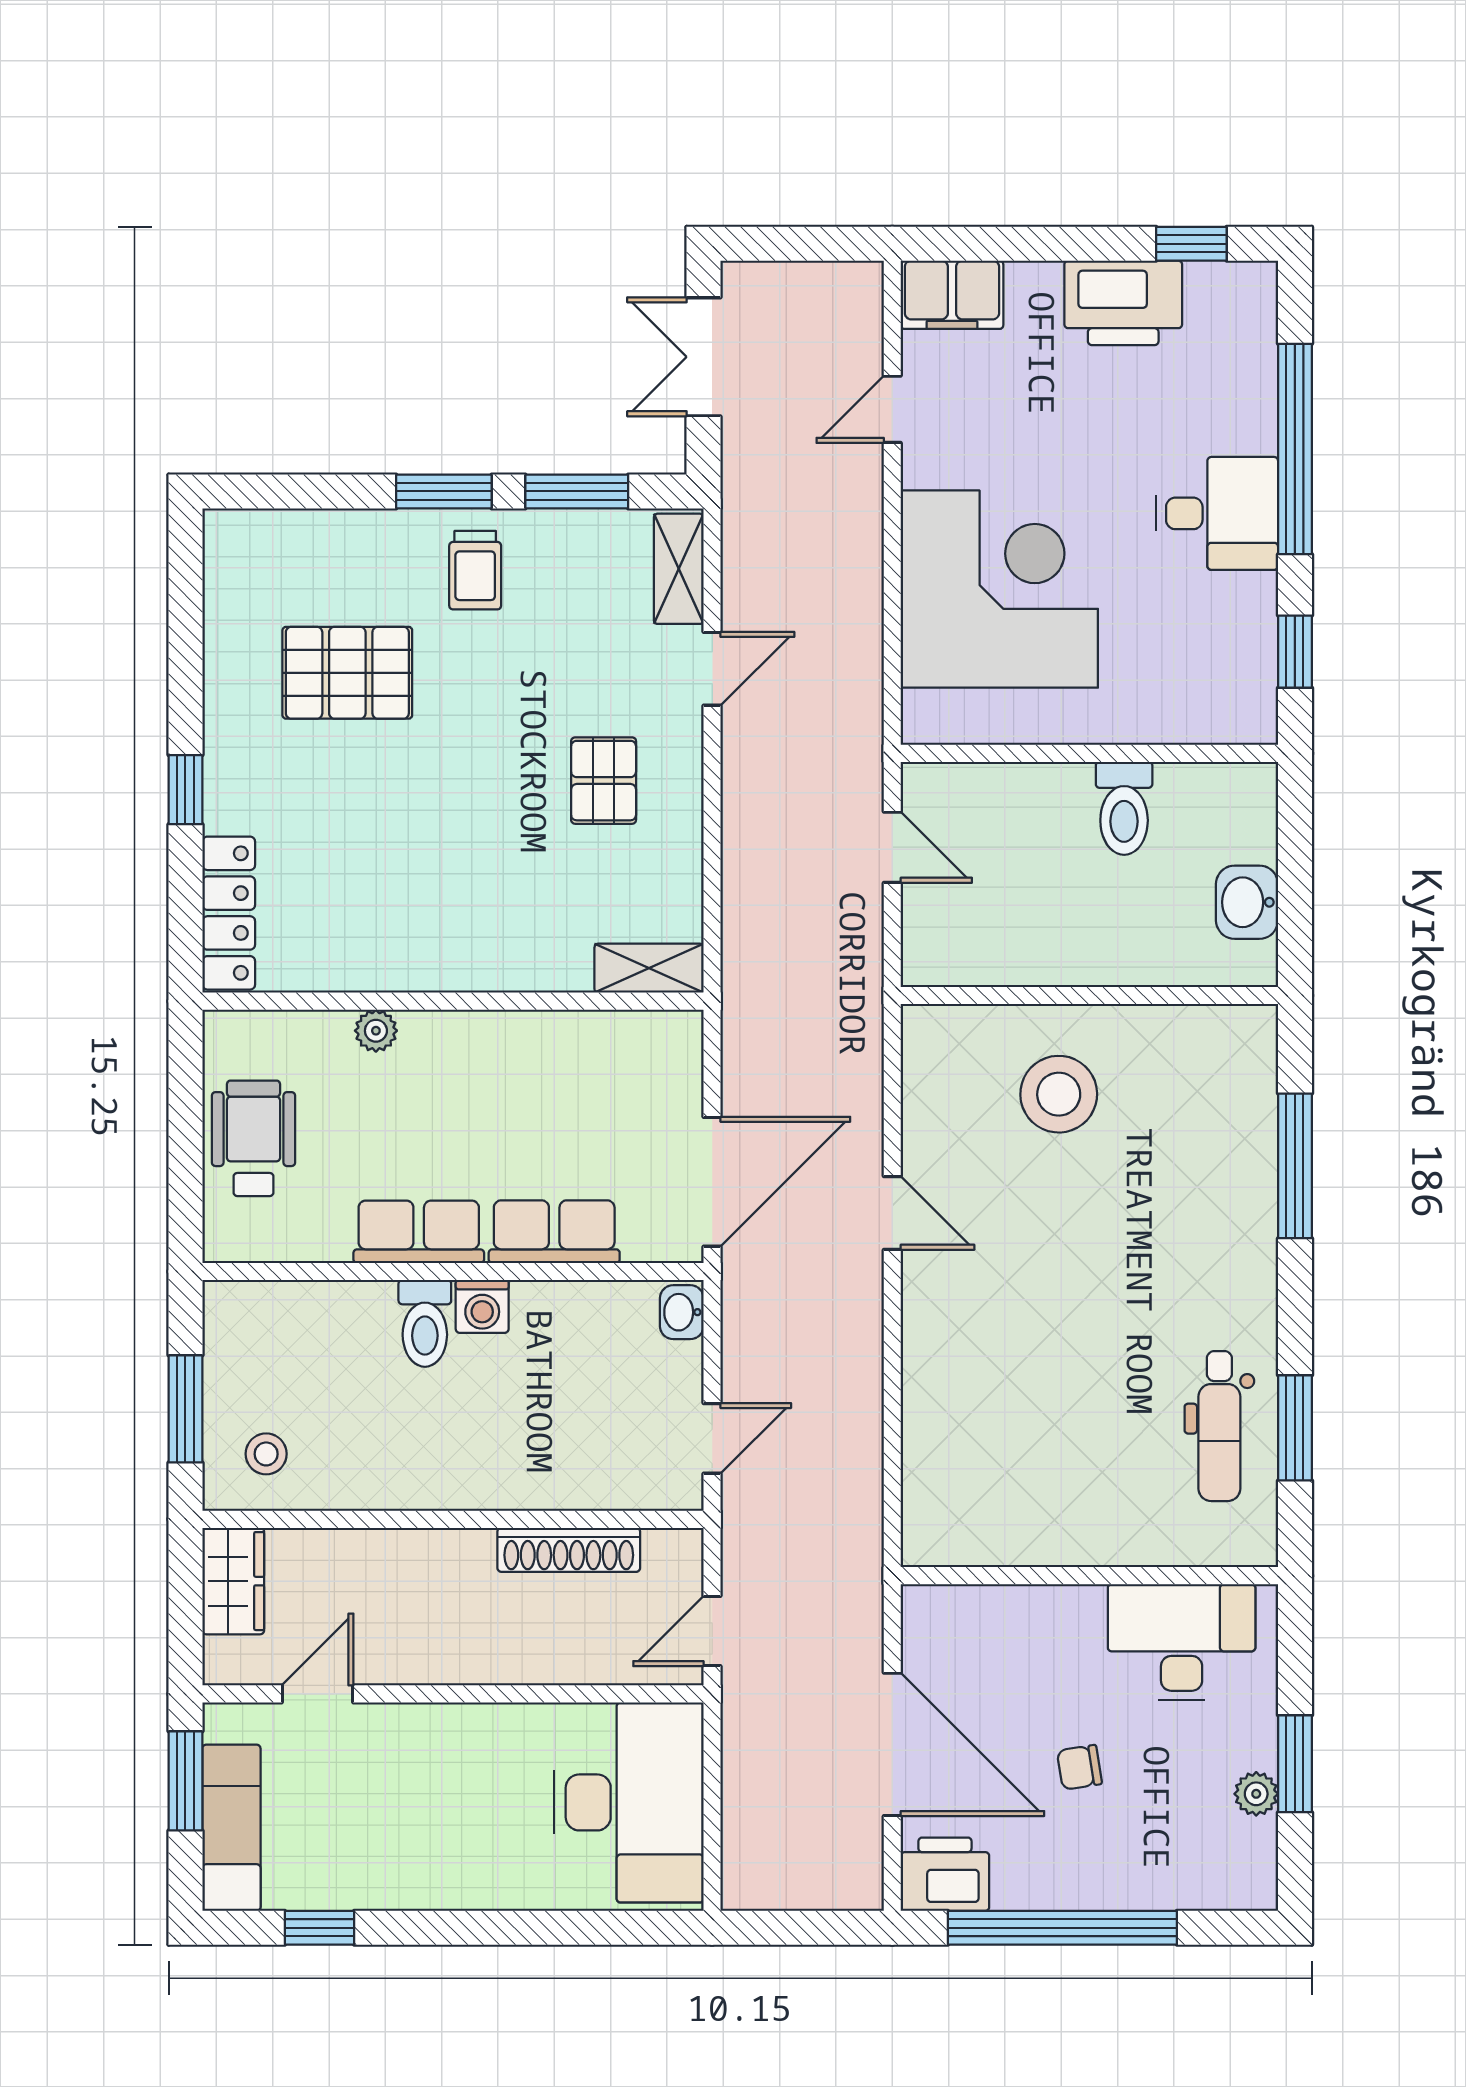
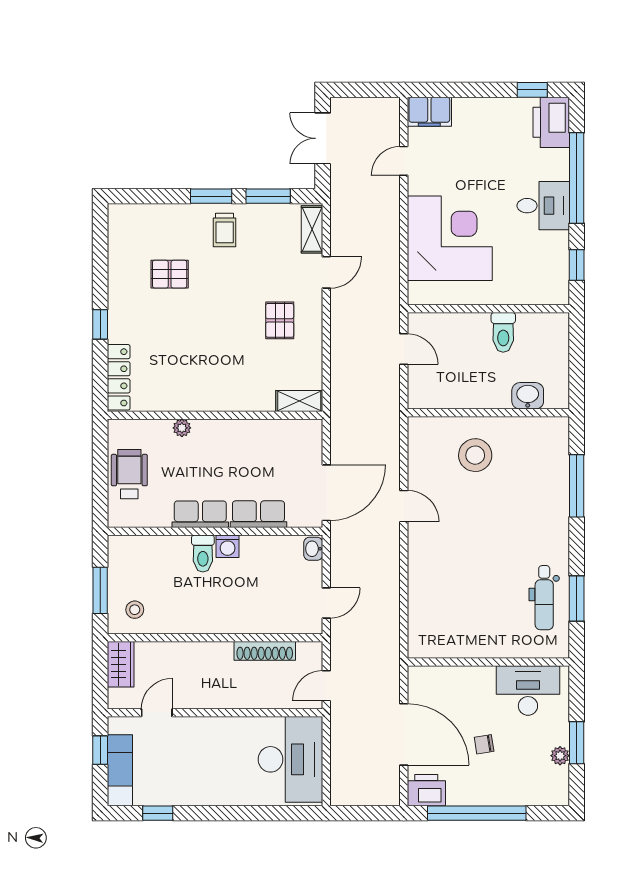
printer: (1123, 303) -> (551, 122), moved, turned 90
pallet: (347, 673) -> (170, 274), width x0.67, depth x0.71
washbasin: (1247, 902) -> (528, 396), moved, turned 90
window: (185, 1781) -> (100, 750), width x0.67

